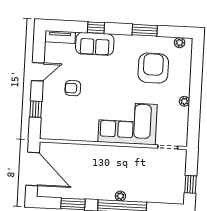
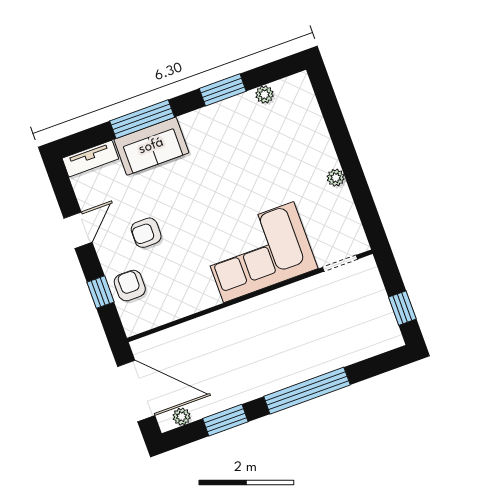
window: (96, 28) -> (142, 119), width x2.17
plant: (180, 43) -> (264, 94), moved
armchair: (153, 68) -> (130, 286), moved, width x0.53, depth x0.53
plant: (120, 196) -> (182, 417), moved

